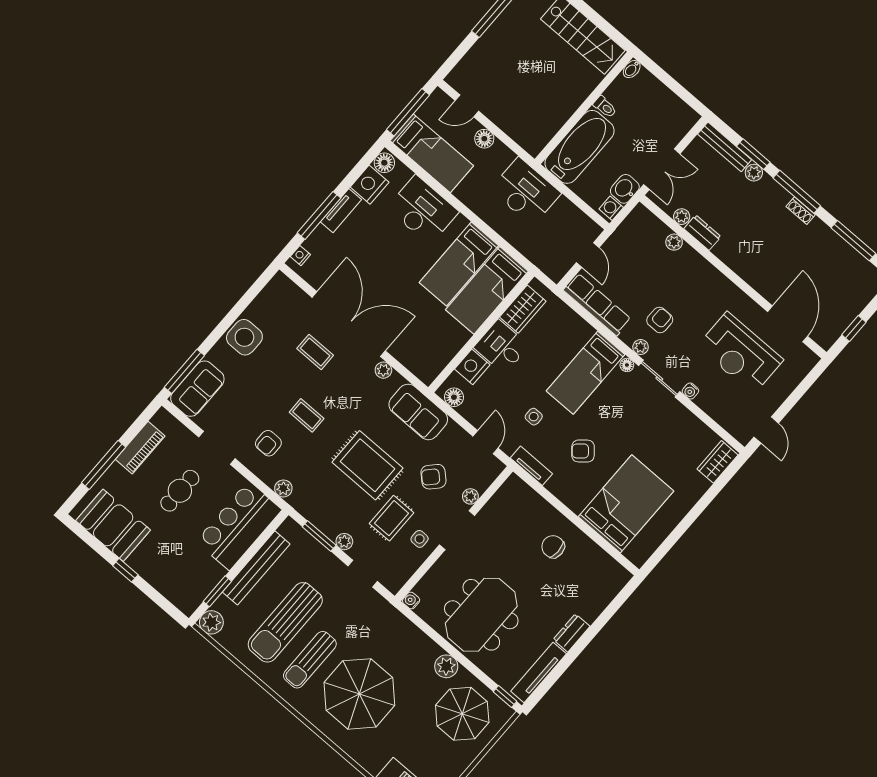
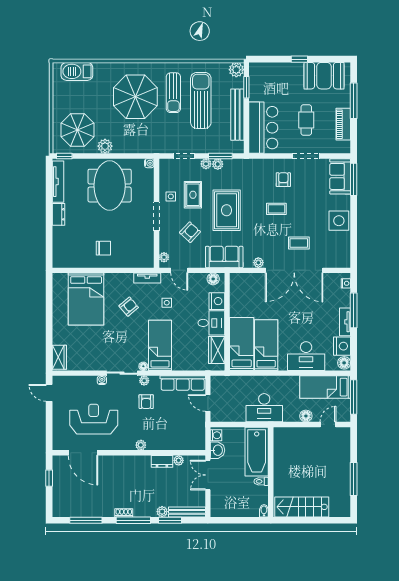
plant: (674, 242) -> (141, 445), moved
rug: (367, 465) -> (227, 210), turned 90
plant: (283, 488) -> (218, 164), moved
plant: (470, 496) -> (164, 257), moved
sun lounger: (310, 660) -> (173, 93), turned 180

